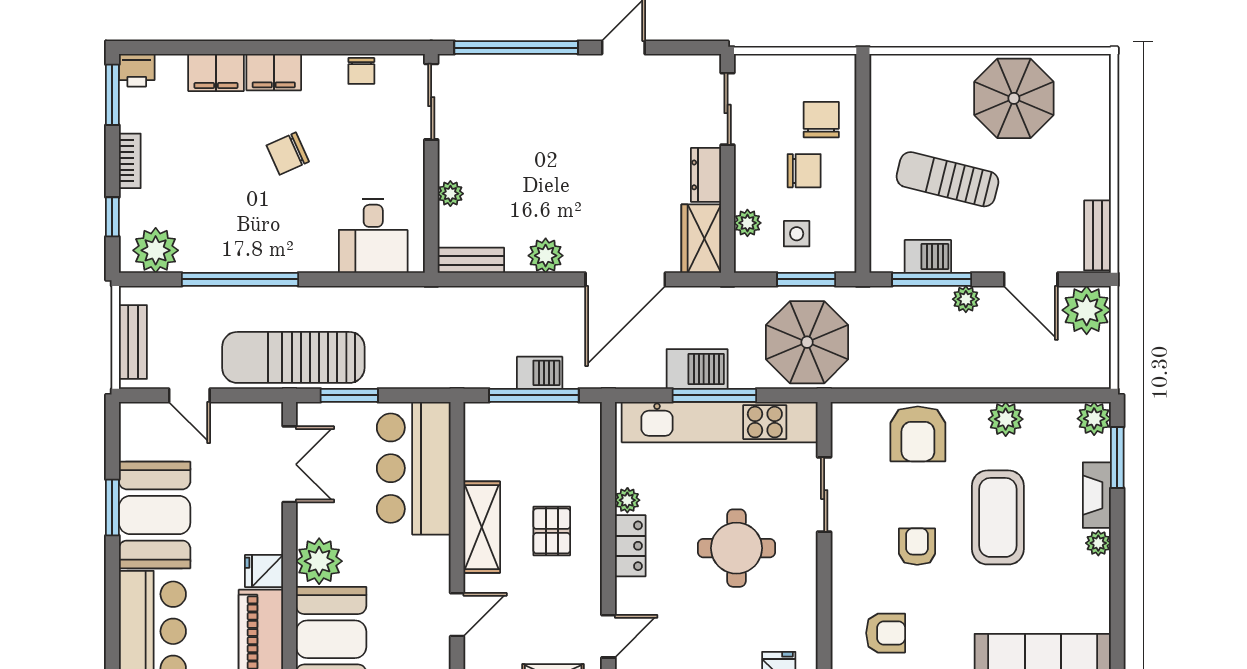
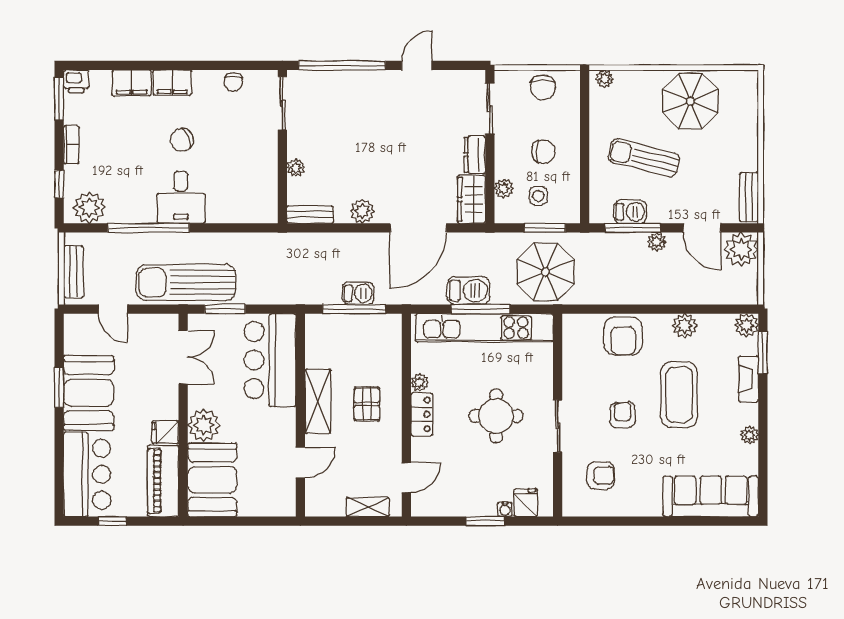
plant: (891, 67) -> (605, 79), added
chair: (821, 120) -> (543, 87), moved, turned 180
desk: (373, 236) -> (181, 197), moved
sliding door: (824, 495) -> (558, 426), moved
plant: (1098, 543) -> (749, 435), moved

